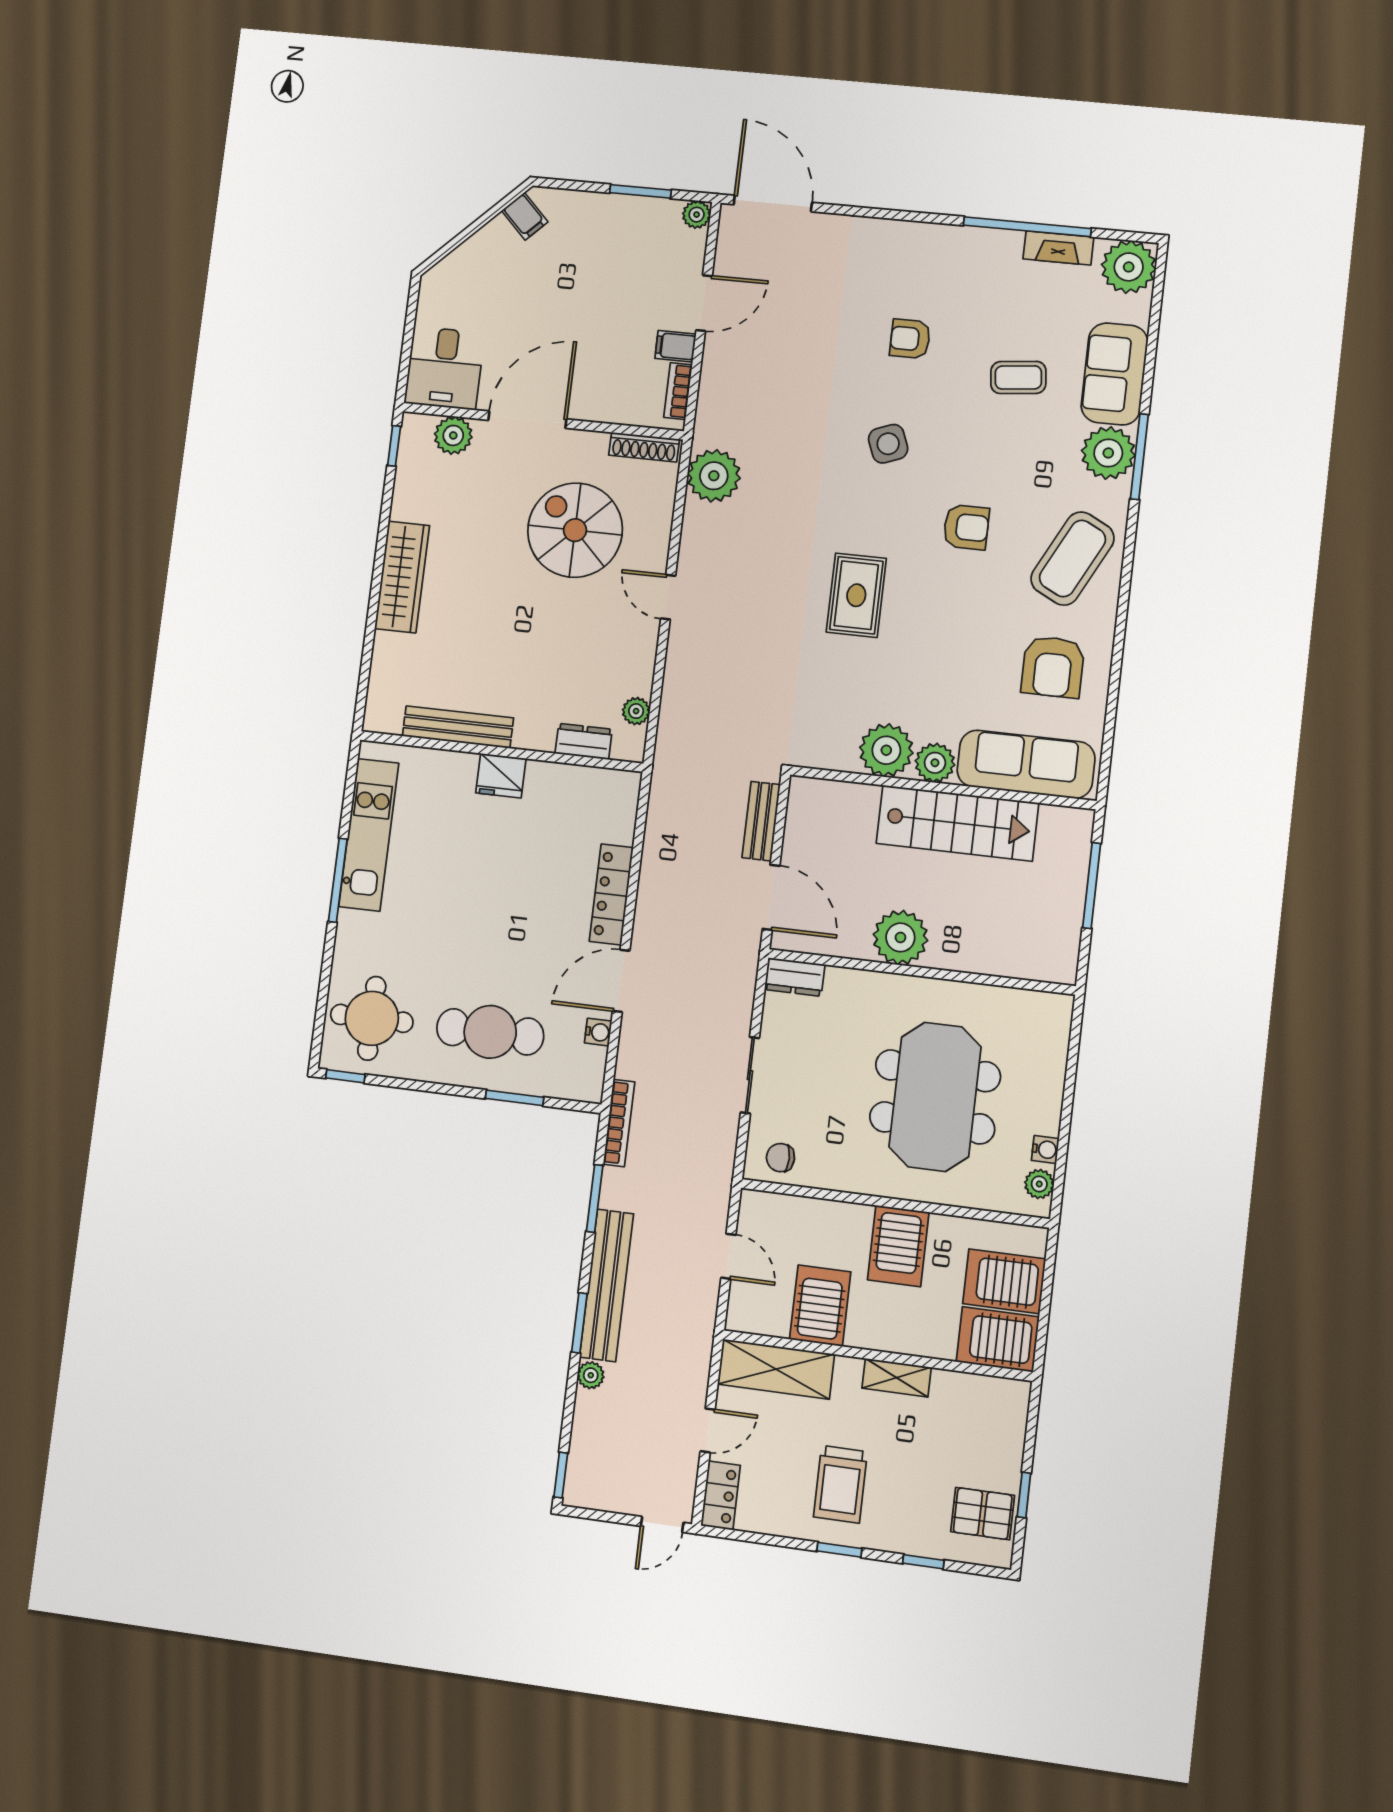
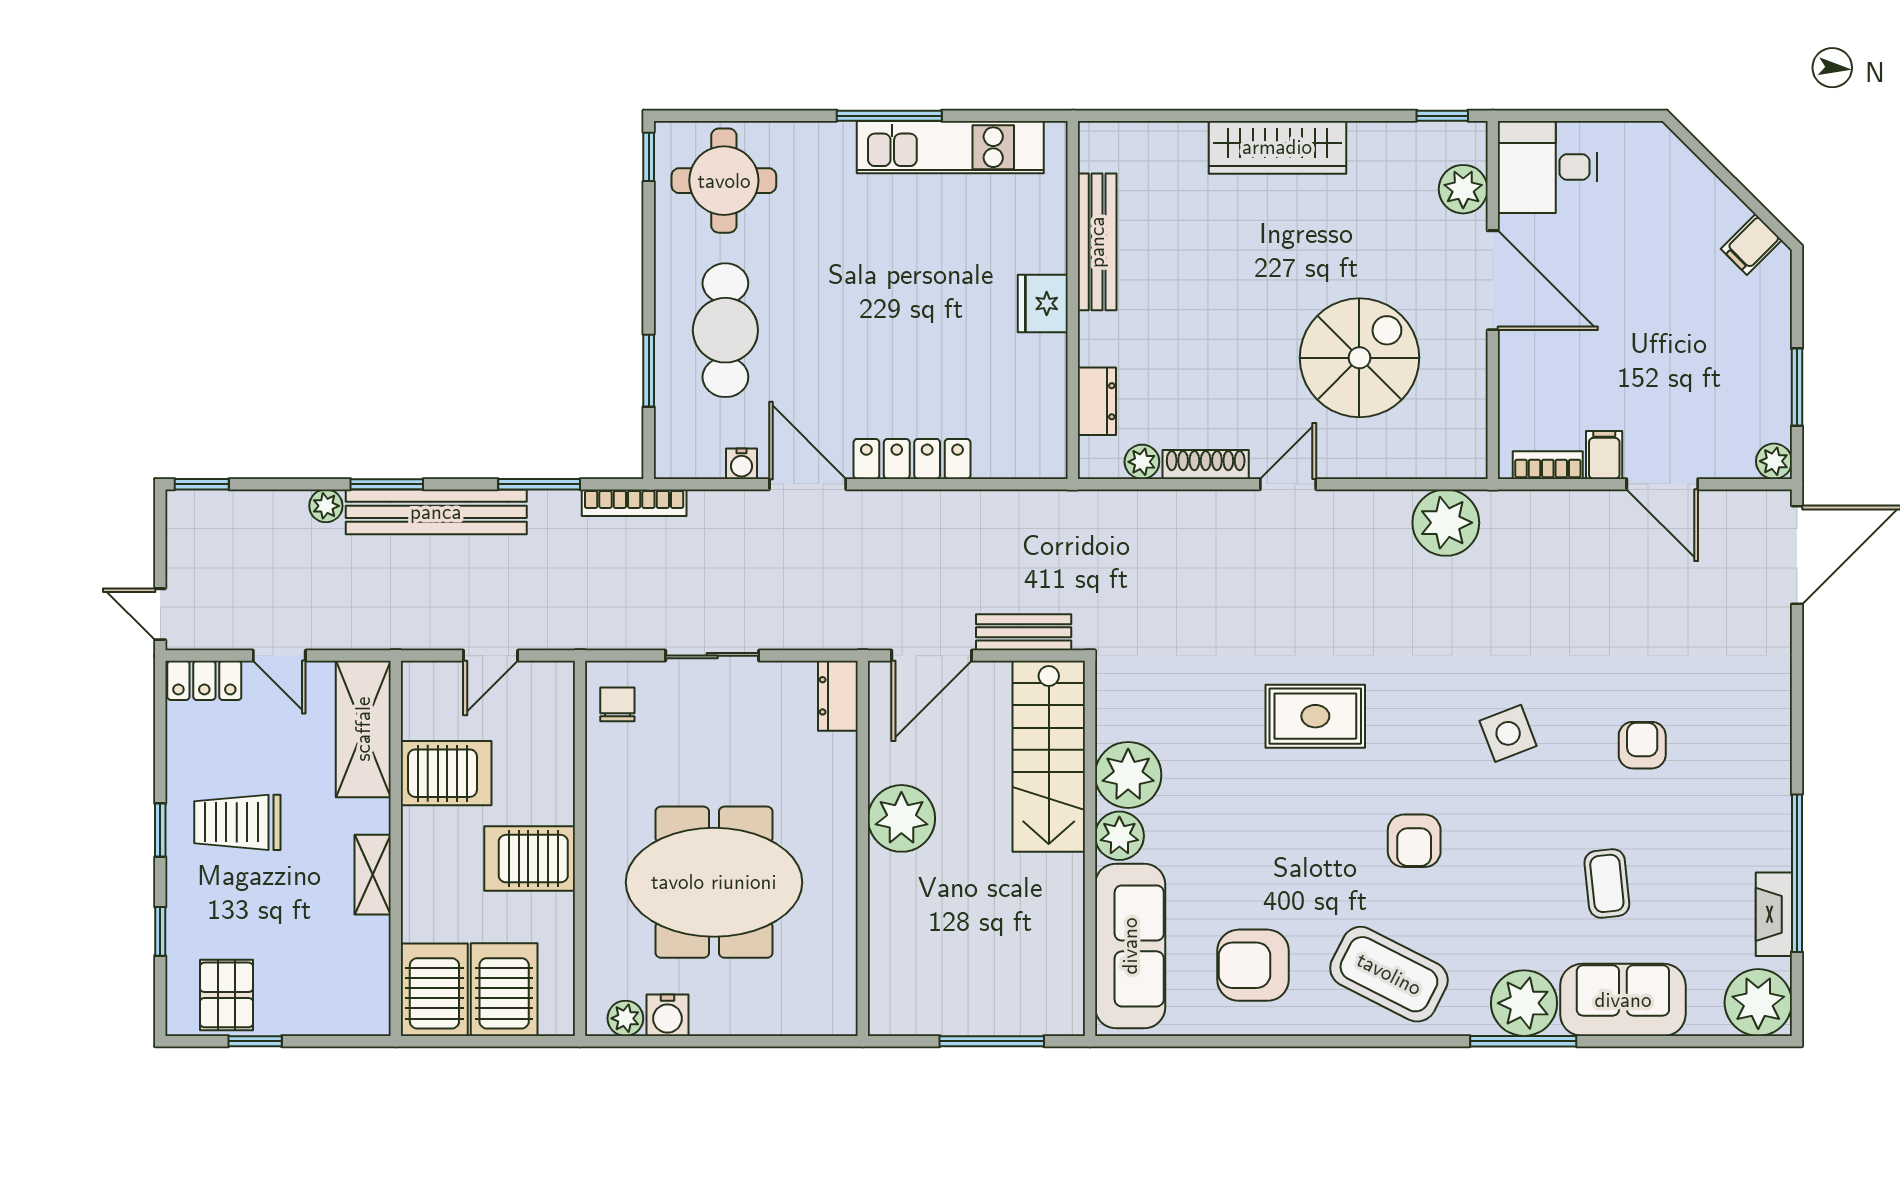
shoe rack: (644, 447) -> (1206, 464), moved, turned 90
stairs: (957, 823) -> (1049, 756), moved
water cooler: (1045, 1149) -> (667, 1015), width x1.38, depth x1.38

